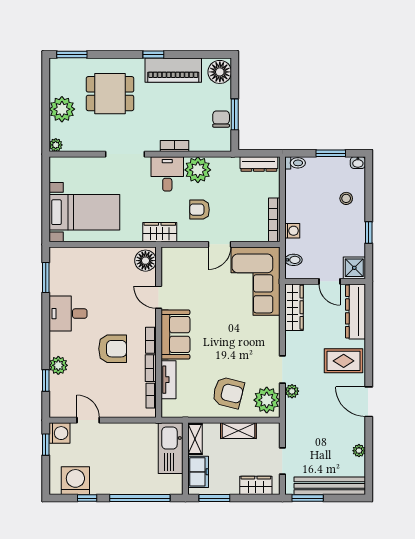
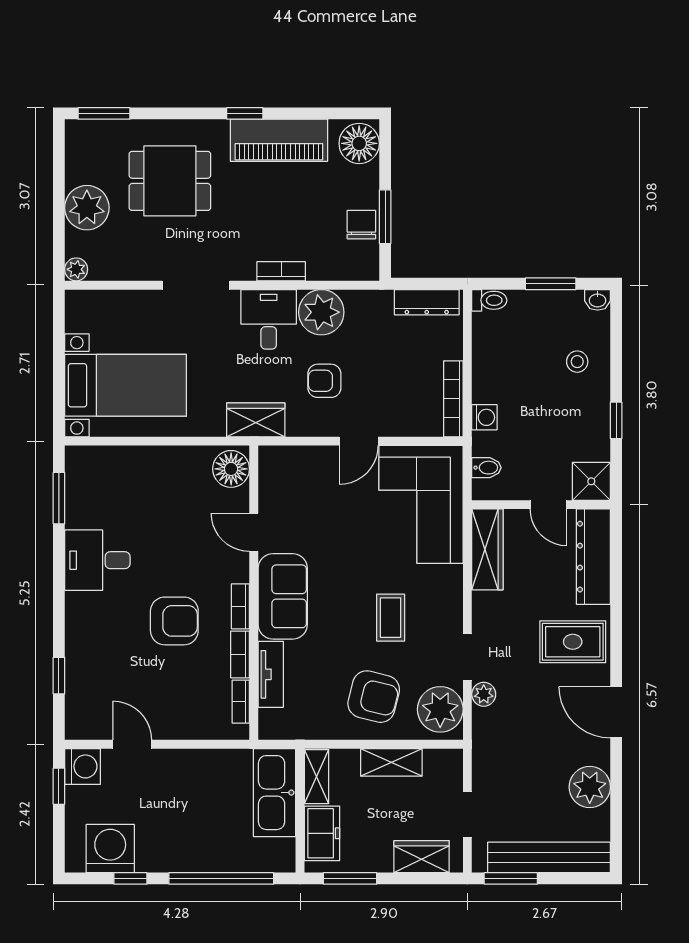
coffee table: (238, 347) -> (391, 618), added
plant: (58, 365) -> (81, 650), removed
plant: (359, 451) -> (590, 787), width x1.87, depth x1.87

